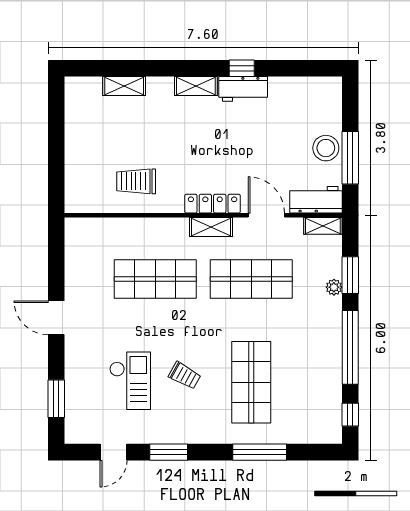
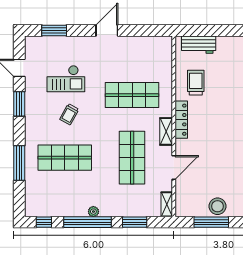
workbench: (316, 200) -> (199, 45), moved, turned 90
locker: (213, 204) -> (181, 120), moved
shop shelf: (155, 279) -> (132, 95), turned 90
plant: (334, 287) -> (93, 212), moved

